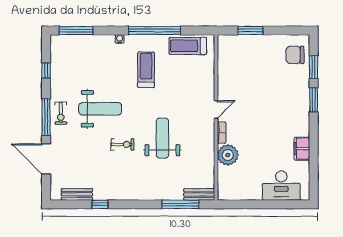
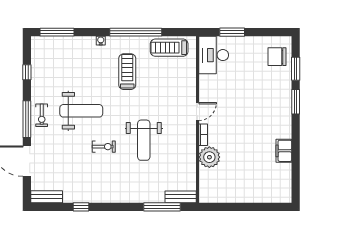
weight bench: (162, 138) -> (144, 140), turned 180
desk: (281, 186) -> (214, 55), moved, turned 90
bench: (77, 194) -> (47, 197), moved

